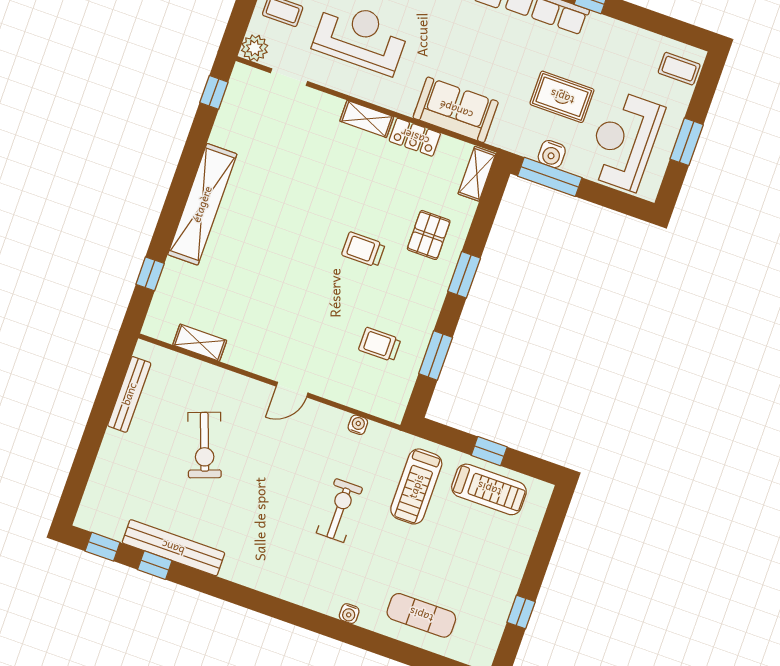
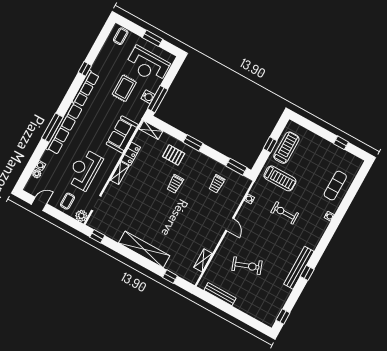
window: (436, 355) -> (236, 167), moved
bench: (173, 548) -> (299, 268), moved
window: (155, 565) -> (307, 273), moved

